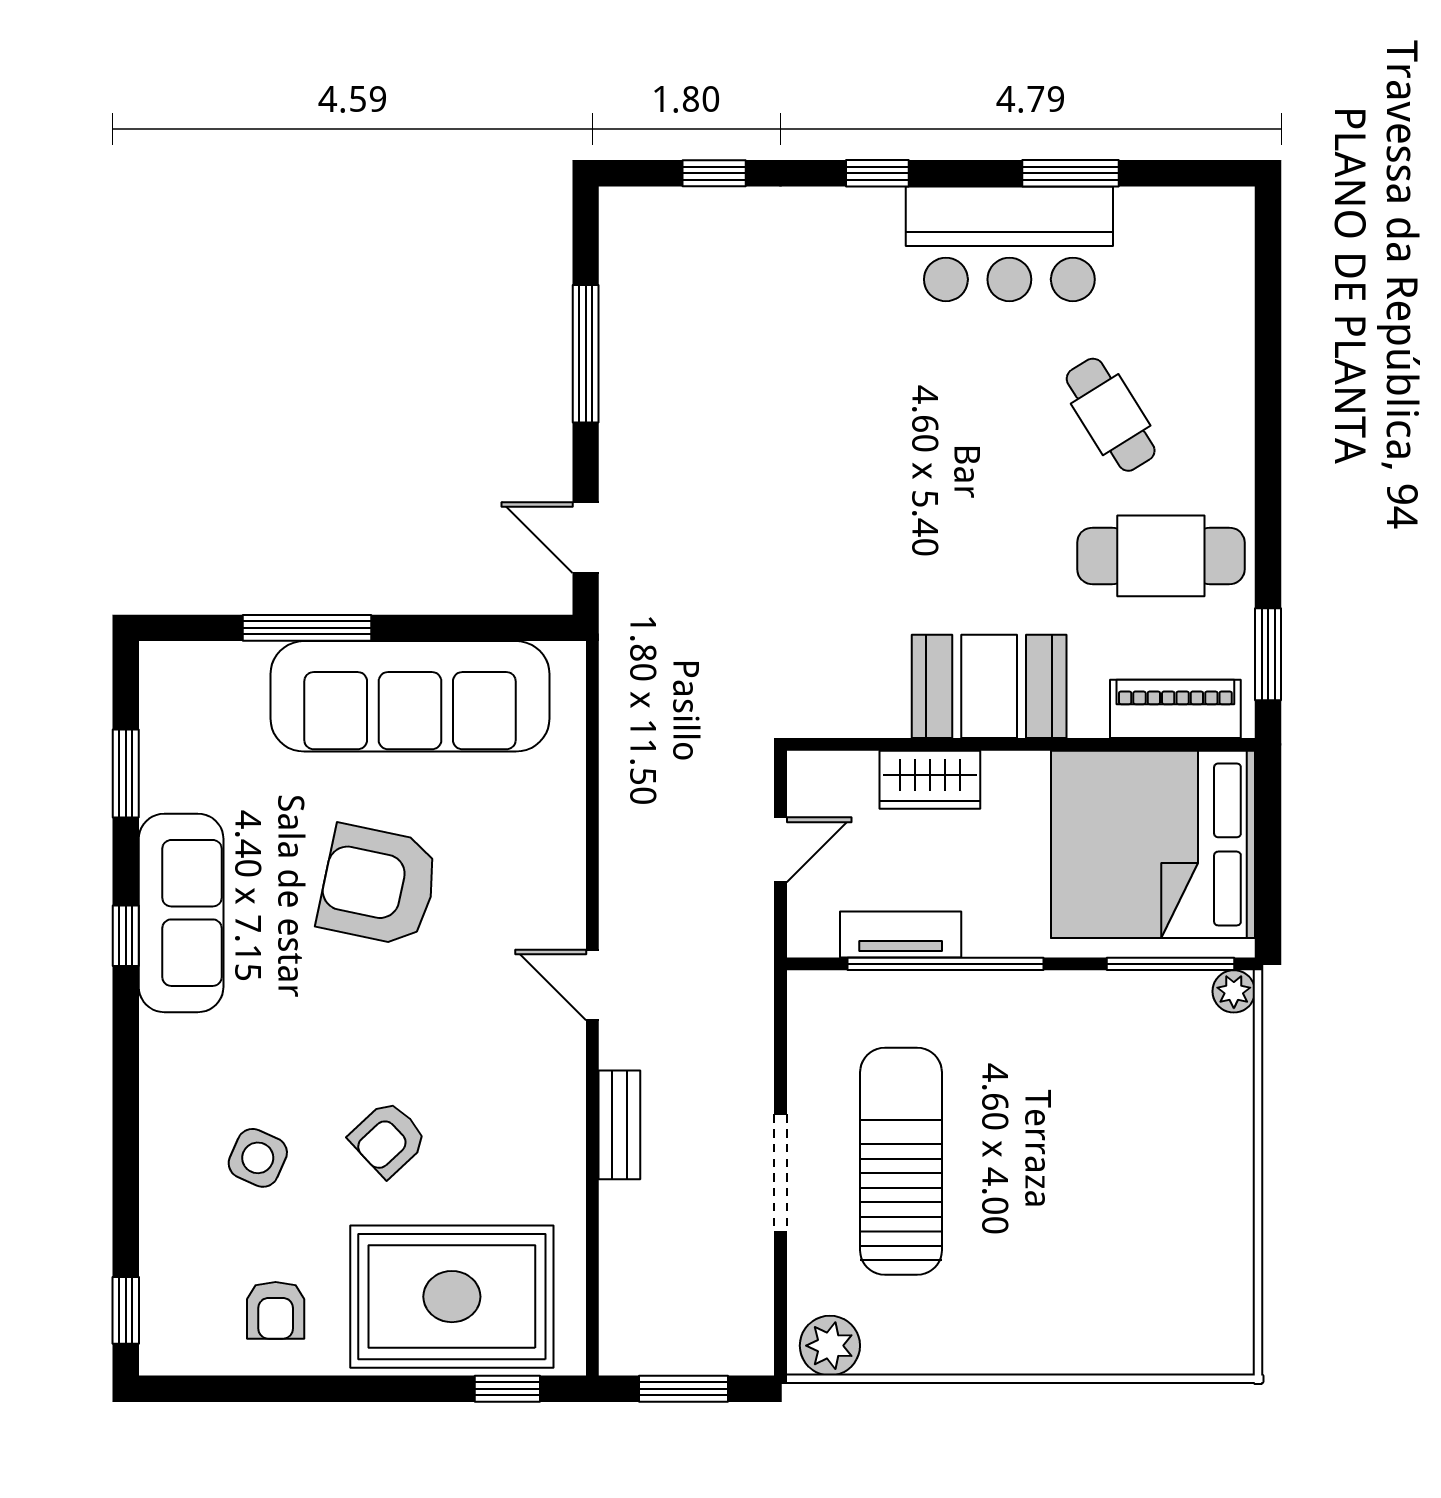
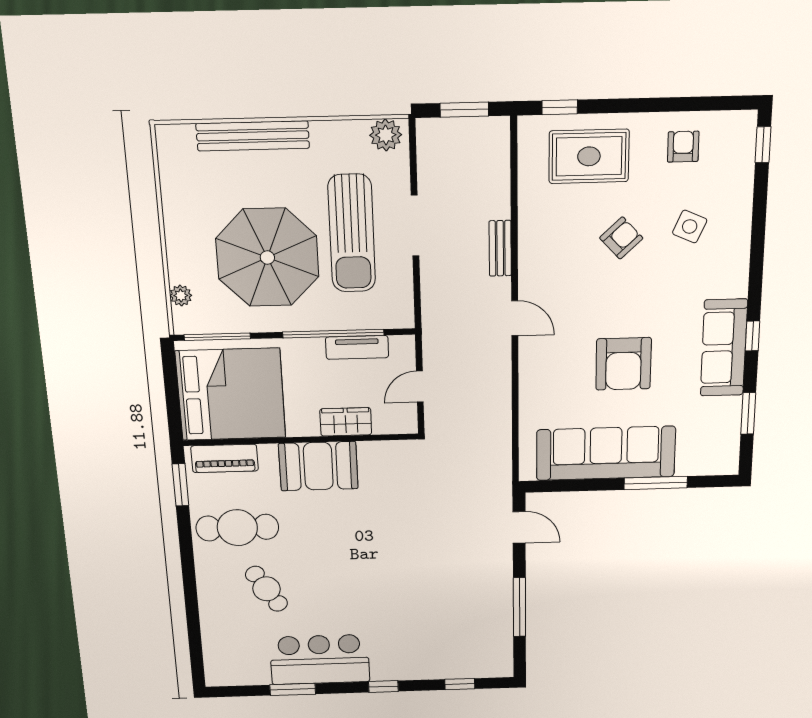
armchair: (378, 885) -> (624, 364), turned 78
plant: (1234, 991) -> (181, 296), moved
parasol: (1063, 1119) -> (267, 258), added
rug: (452, 1297) -> (589, 156), width x0.73, depth x0.69
bench: (1075, 1350) -> (253, 136), added

